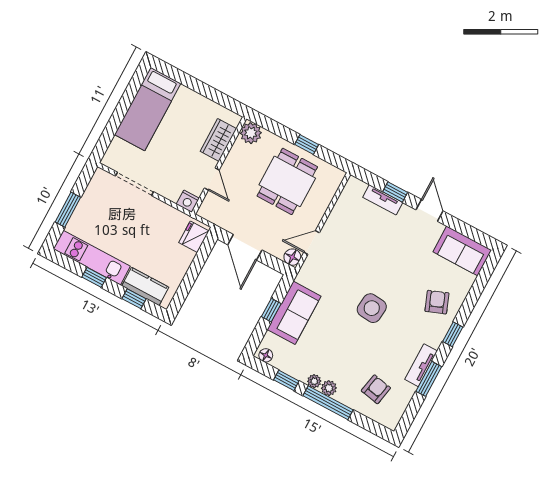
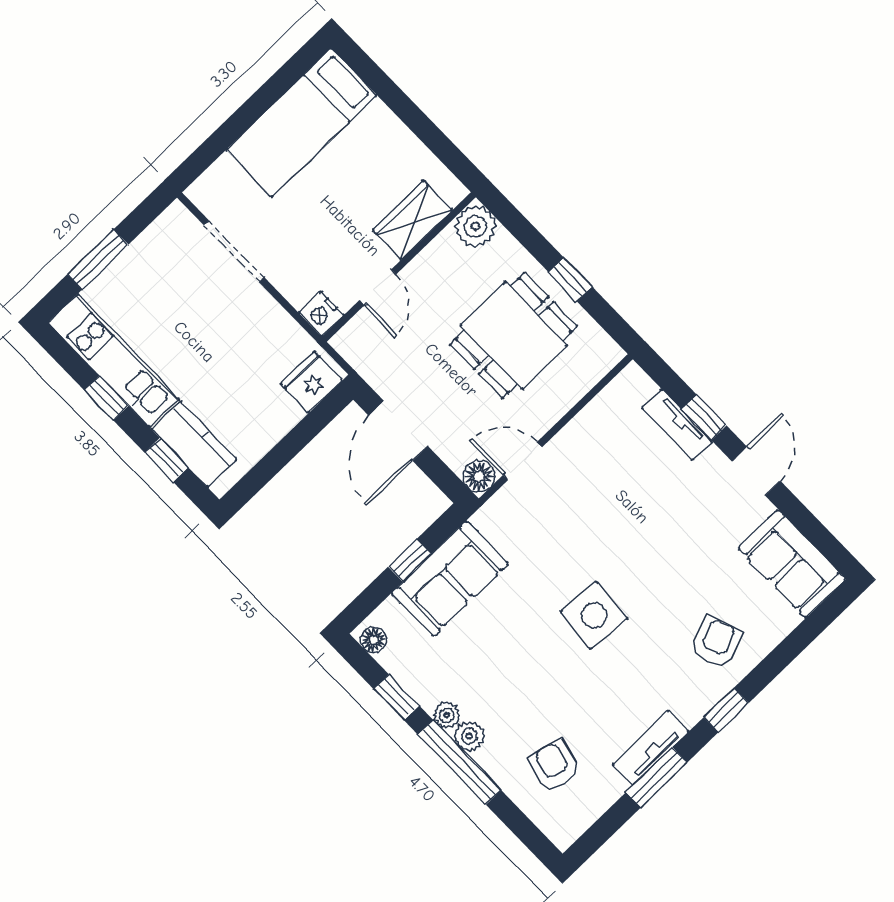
armchair: (376, 389) -> (554, 766), turned -86

